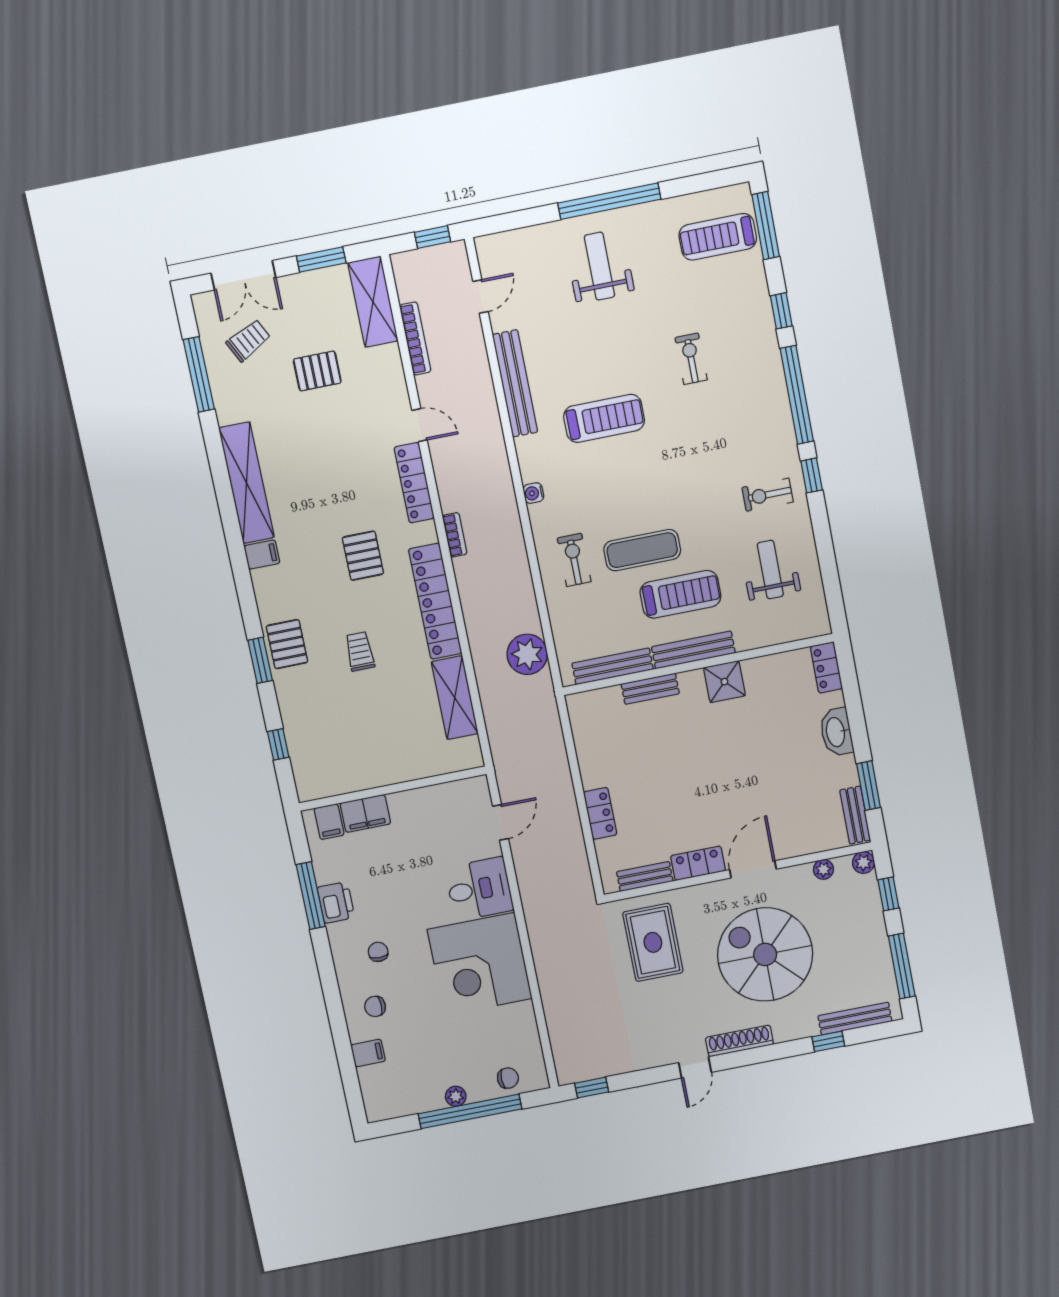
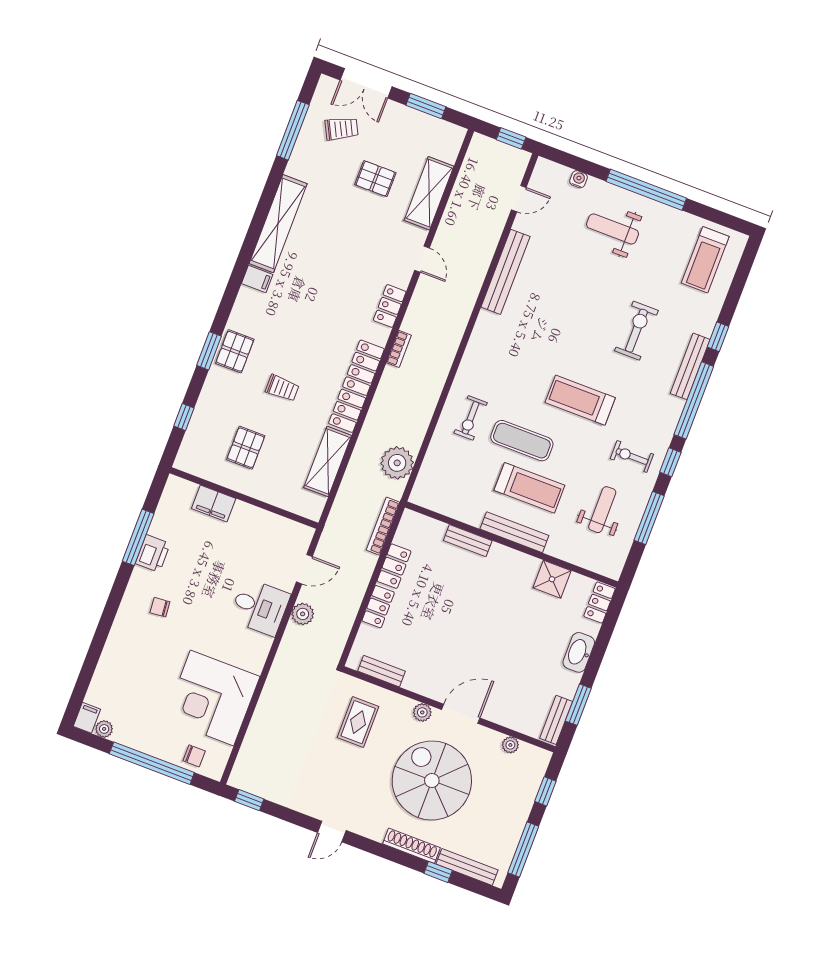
window: (766, 226) -> (649, 518), moved
treadmill: (718, 237) -> (705, 260), turned -90
weight bench: (599, 266) -> (613, 229), turned -90
shelving: (373, 302) -> (429, 193), moved
bookcase: (415, 338) -> (383, 526), moved, turned 180
exercise bike: (691, 359) -> (636, 331), width x1.38, depth x1.39
treadmill: (604, 418) -> (580, 400), moved, turned 180
locker: (414, 483) -> (390, 306), width x0.66
water cooler: (533, 493) -> (579, 179), moved, turned 90
pallet: (363, 556) -> (246, 448), moved
exercise bike: (574, 560) -> (471, 418), turned 180
trolley: (360, 651) -> (282, 388), turned 90
bench: (613, 666) -> (690, 366), moved, turned 90
shower: (724, 682) -> (552, 579), moved
filing cabinet: (329, 822) -> (185, 493), removed
locker: (698, 863) -> (394, 566), moved, turned 90
plant: (864, 863) -> (422, 712), moved
plant: (528, 869) -> (303, 614), added
rug: (653, 942) -> (358, 722), width x0.73, depth x0.70
chair: (378, 952) -> (160, 607), turned -95
corner desk: (480, 964) -> (212, 698), moved
chair: (375, 1006) -> (133, 645), removed
shoe rack: (739, 1041) -> (412, 846), moved
filing cabinet: (368, 1053) -> (87, 718), moved, turned -90
plant: (456, 1096) -> (104, 729), moved

